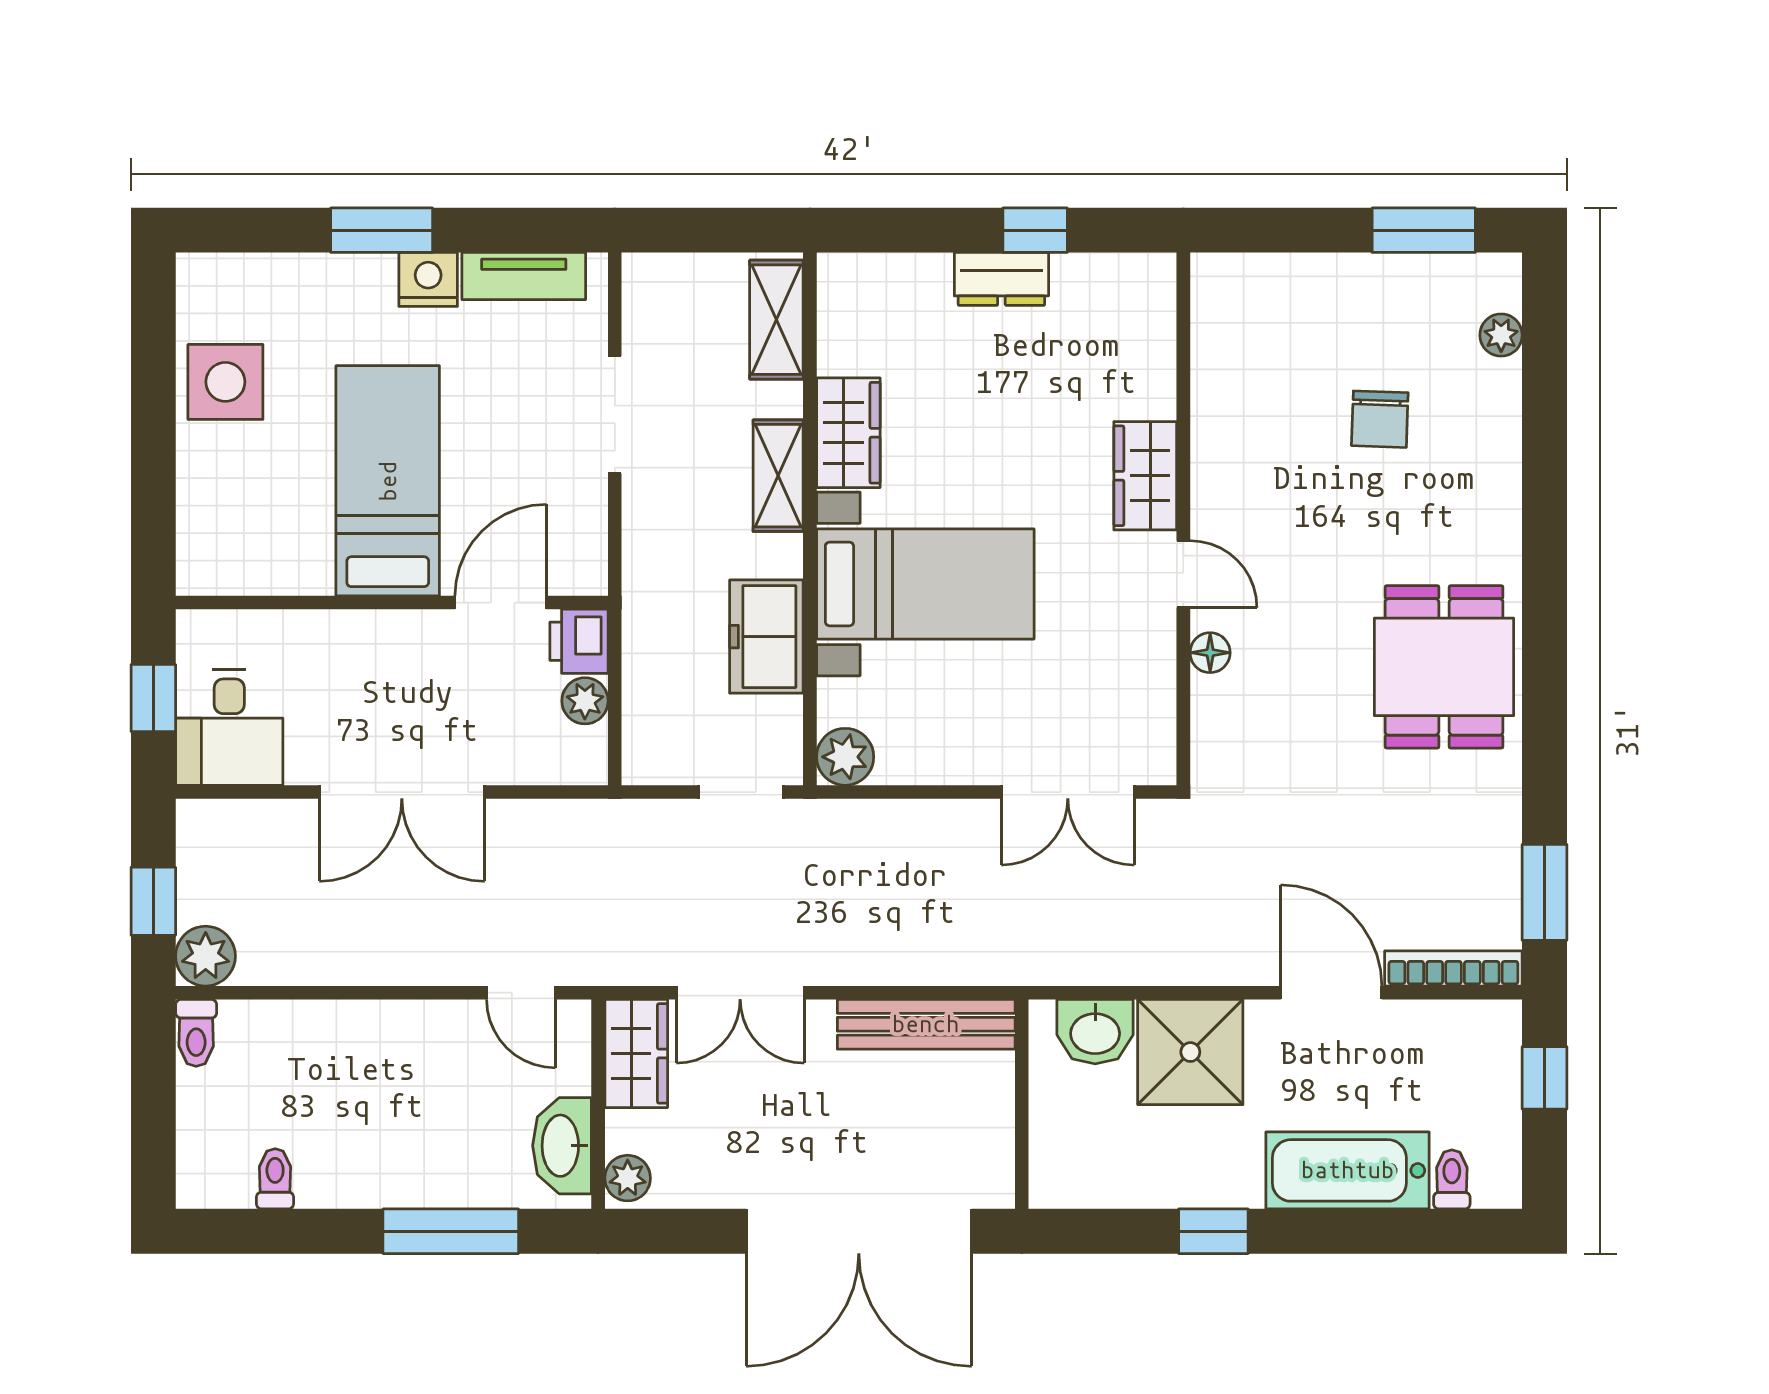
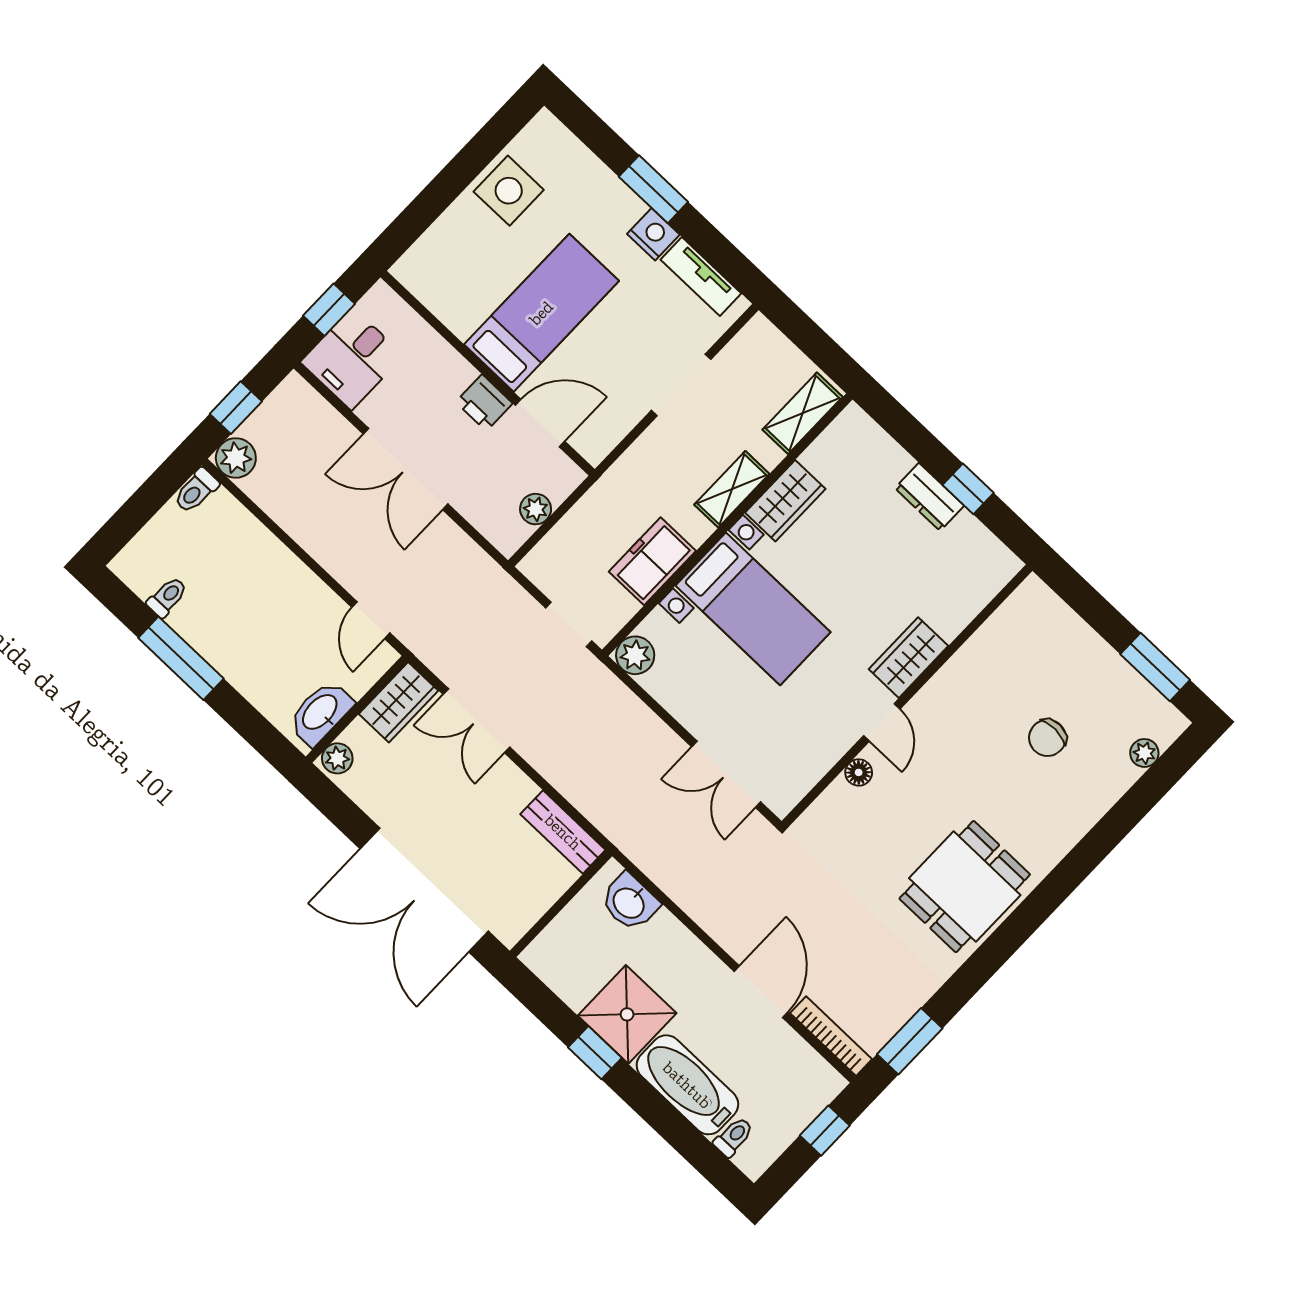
printer: (579, 641) -> (484, 403), moved, turned -90
bench: (926, 1024) -> (563, 832), width x0.73
shower: (1190, 1052) -> (627, 1014), moved
window: (451, 1231) -> (181, 658), moved

